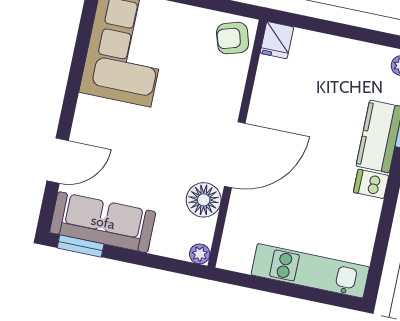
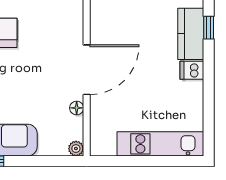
floor lamp: (204, 200) -> (77, 108), width x0.53, depth x0.53

